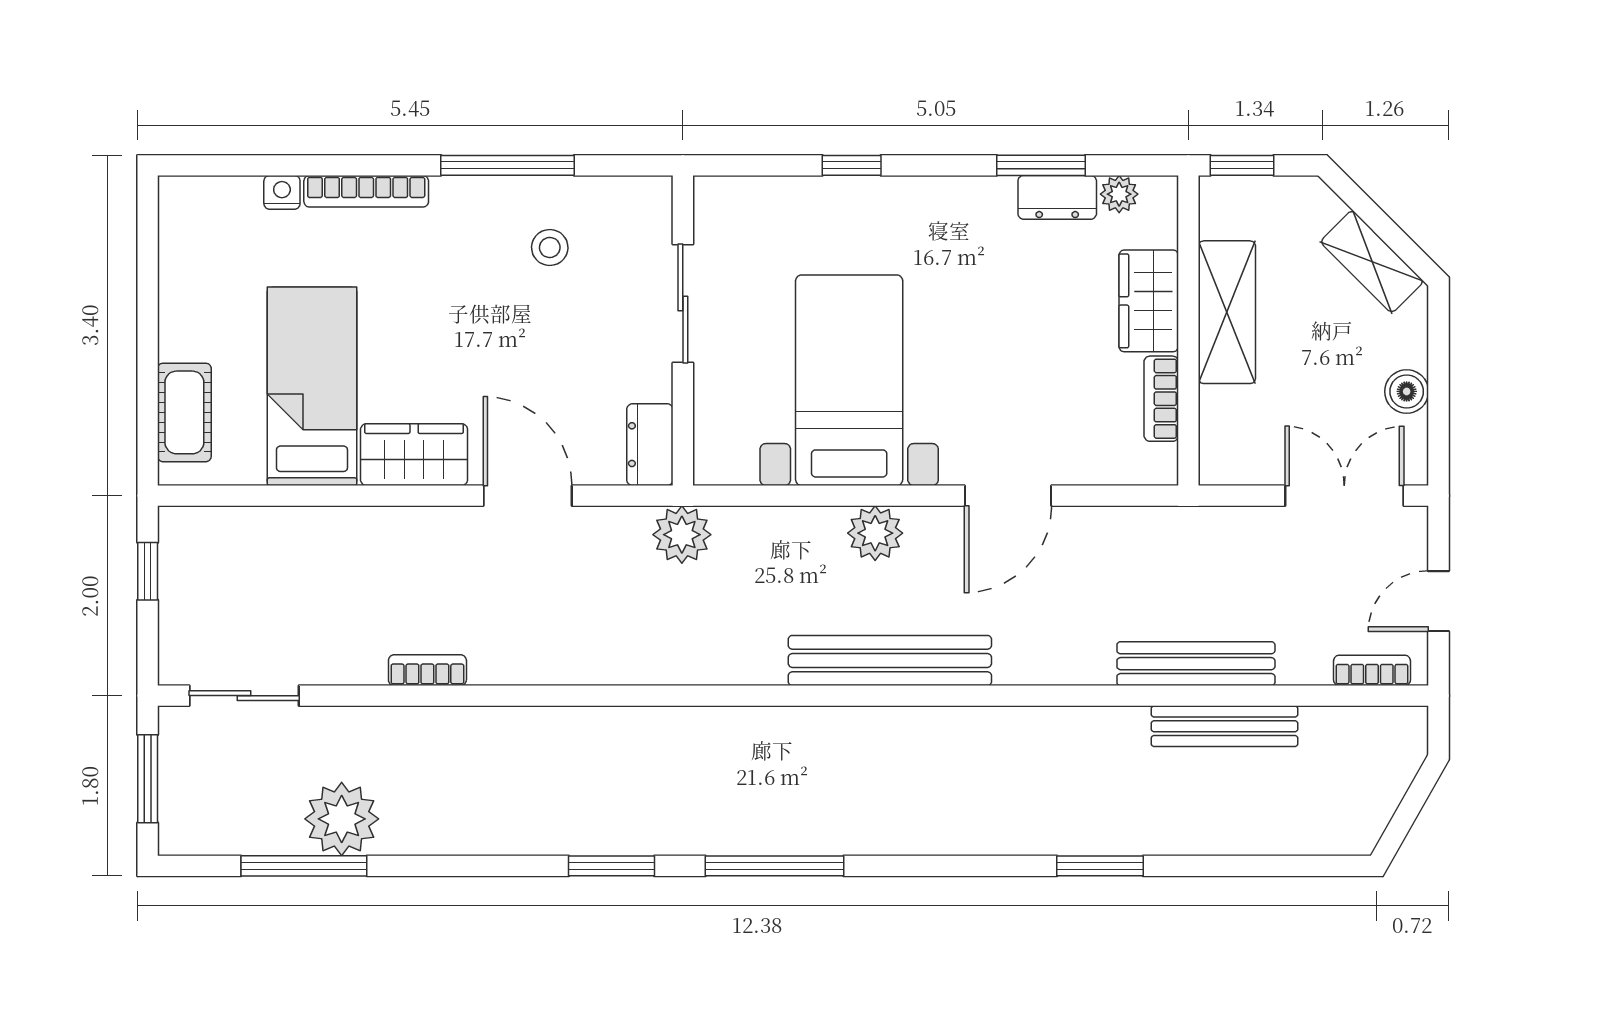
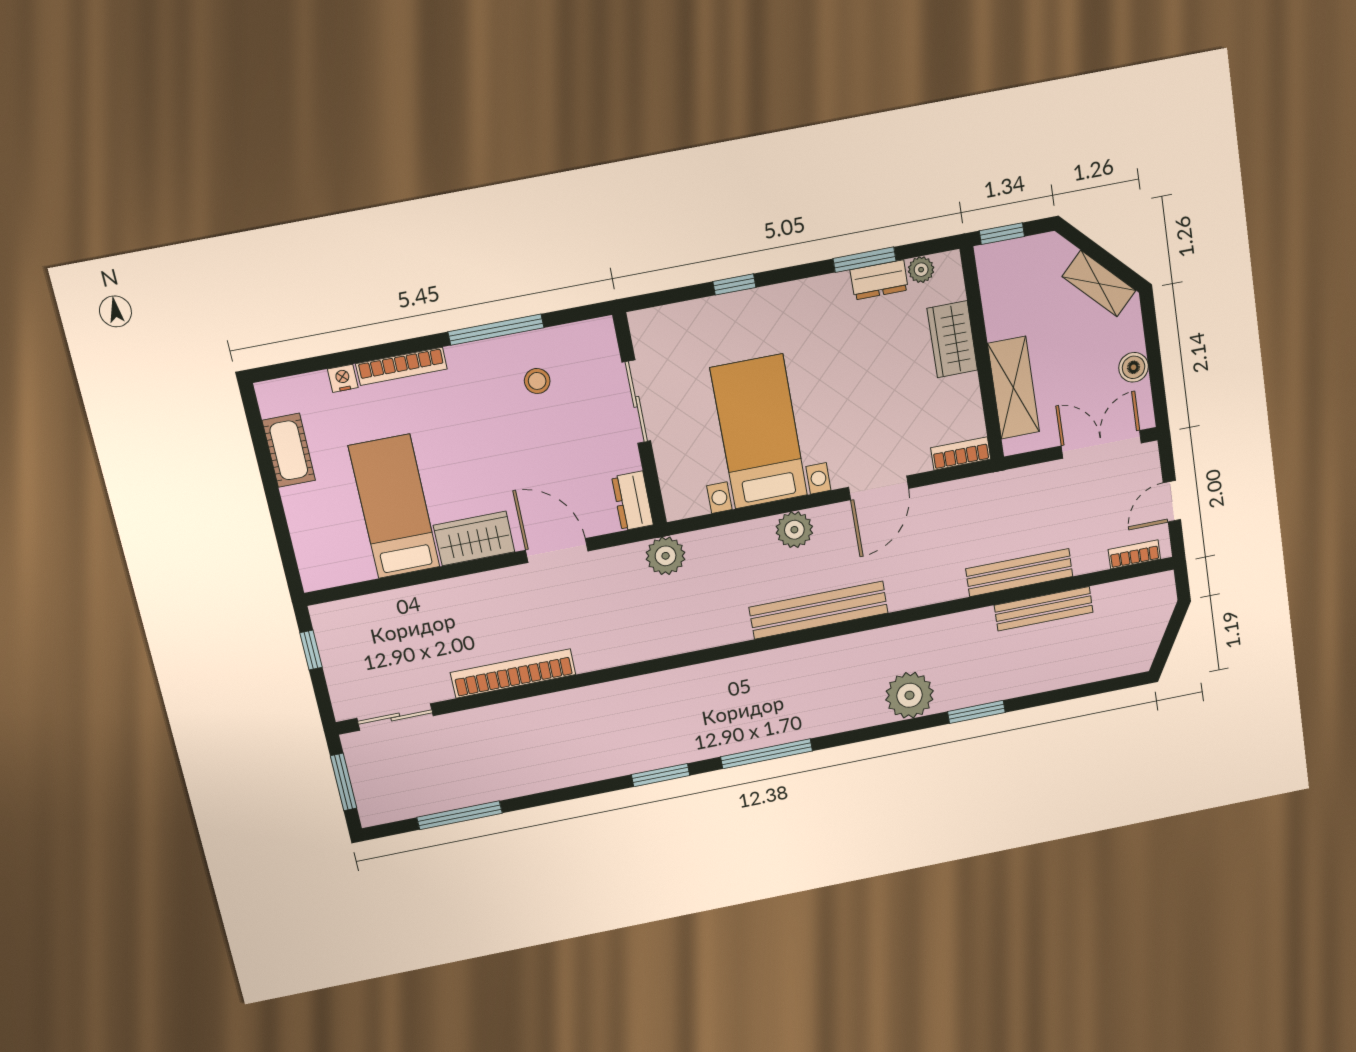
shelving: (1227, 312) -> (1013, 388), moved
bookcase: (1161, 399) -> (961, 453), moved, turned 90
cot: (184, 412) -> (289, 450), moved
bookcase: (427, 670) -> (513, 674), width x2.31, depth x1.31
plant: (342, 819) -> (910, 695), moved

